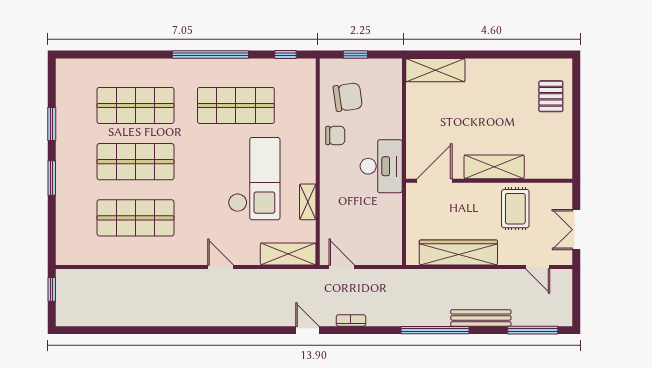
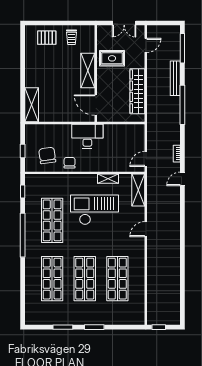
trolley: (551, 139) -> (71, 37), added

